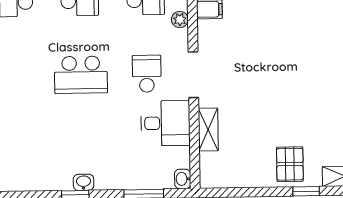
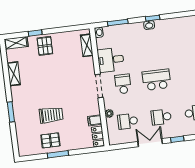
trolley: (293, 29) -> (51, 115), added
school desk: (147, 74) -> (123, 84), turned 180
shelving: (208, 129) -> (87, 45), moved

